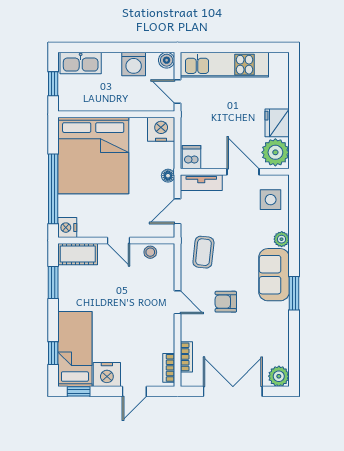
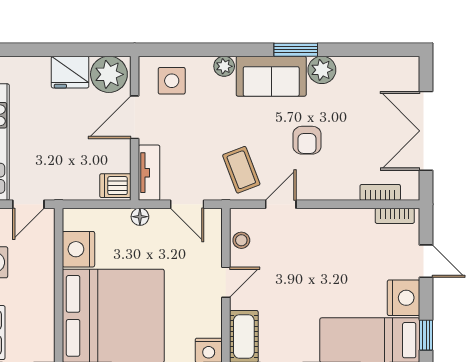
nightstand: (161, 129) -> (78, 249), moved
coffee table: (203, 252) -> (241, 170), turned 63
door: (177, 302) -> (281, 204), moved
plant: (279, 376) -> (322, 70), moved

